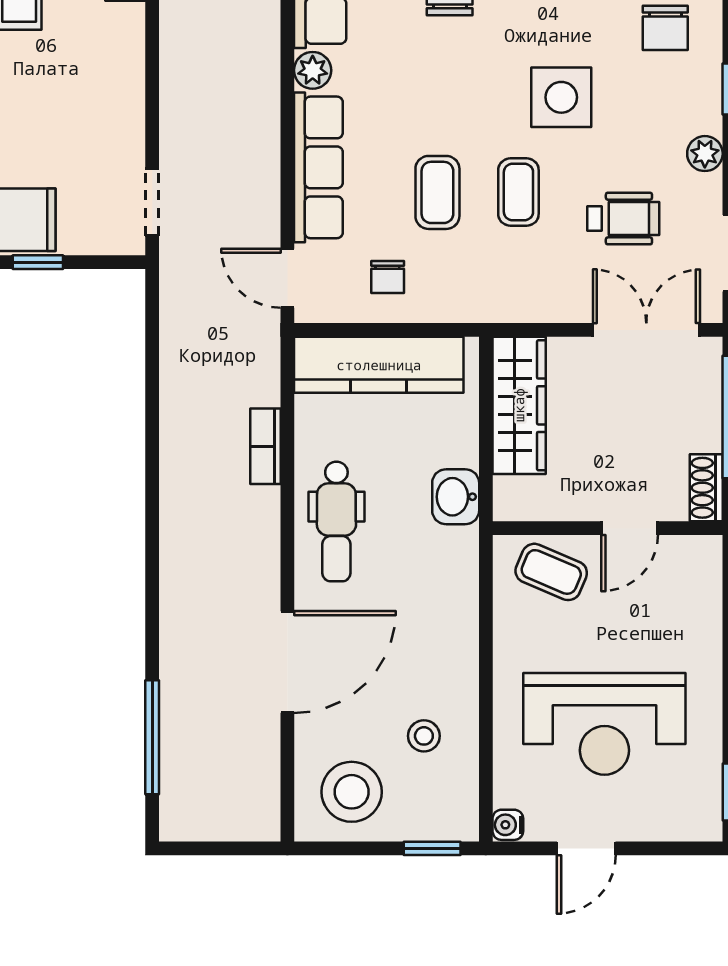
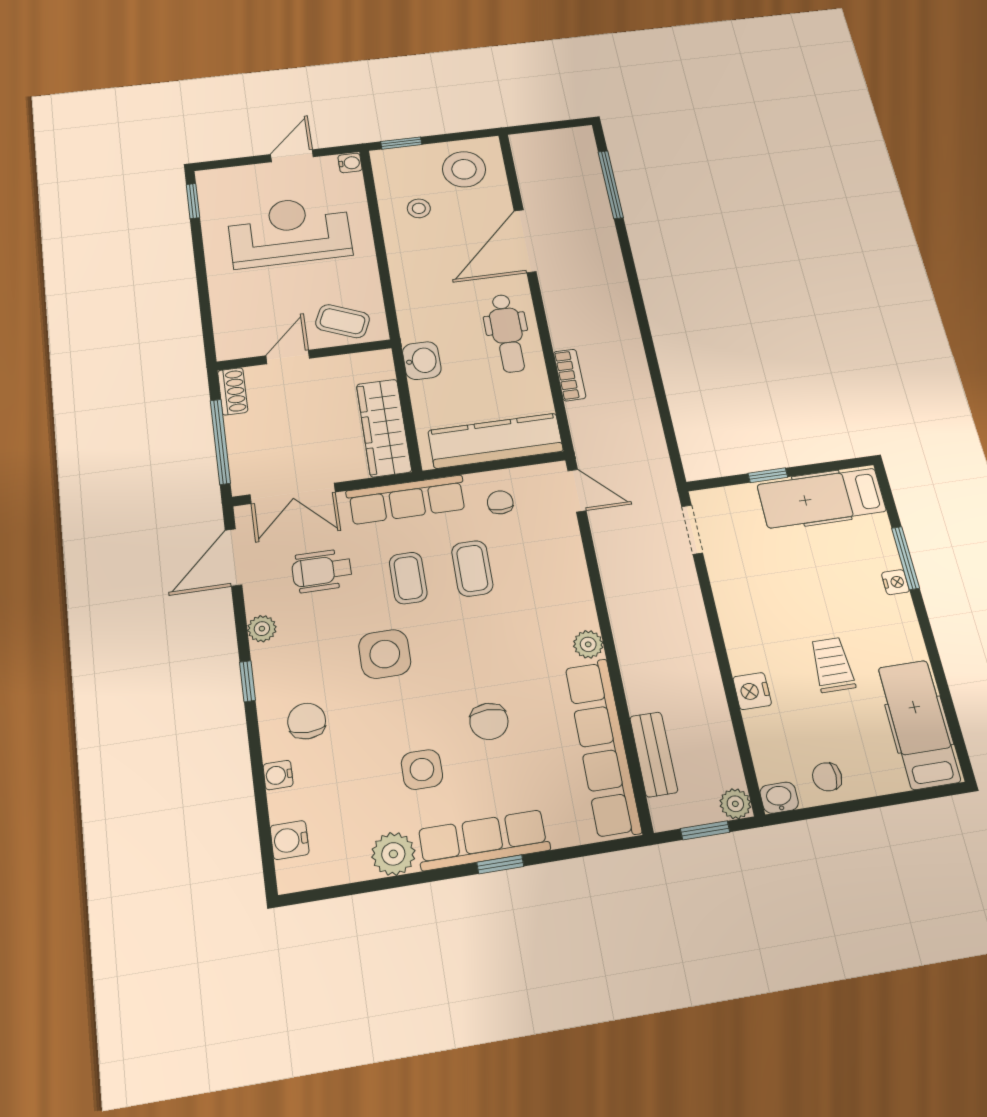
row of seats: (318, 167) -> (407, 500), moved, turned -90
dental chair: (336, 522) -> (507, 333), turned 180

